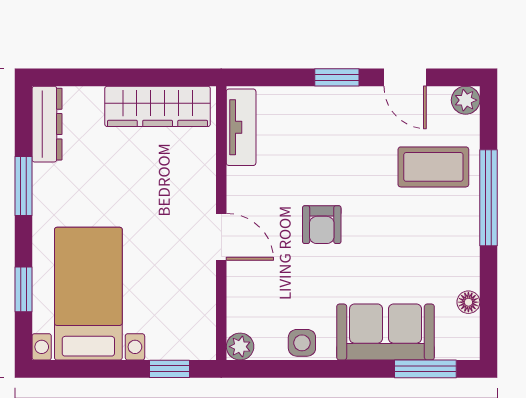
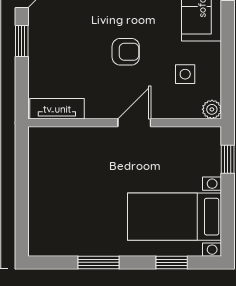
wardrobe: (158, 106) -> (42, 168), removed
dresser: (47, 124) -> (55, 246), removed
side table: (302, 343) -> (185, 74), moved

